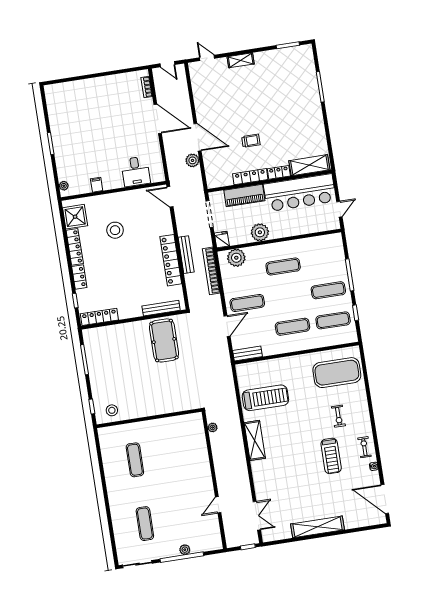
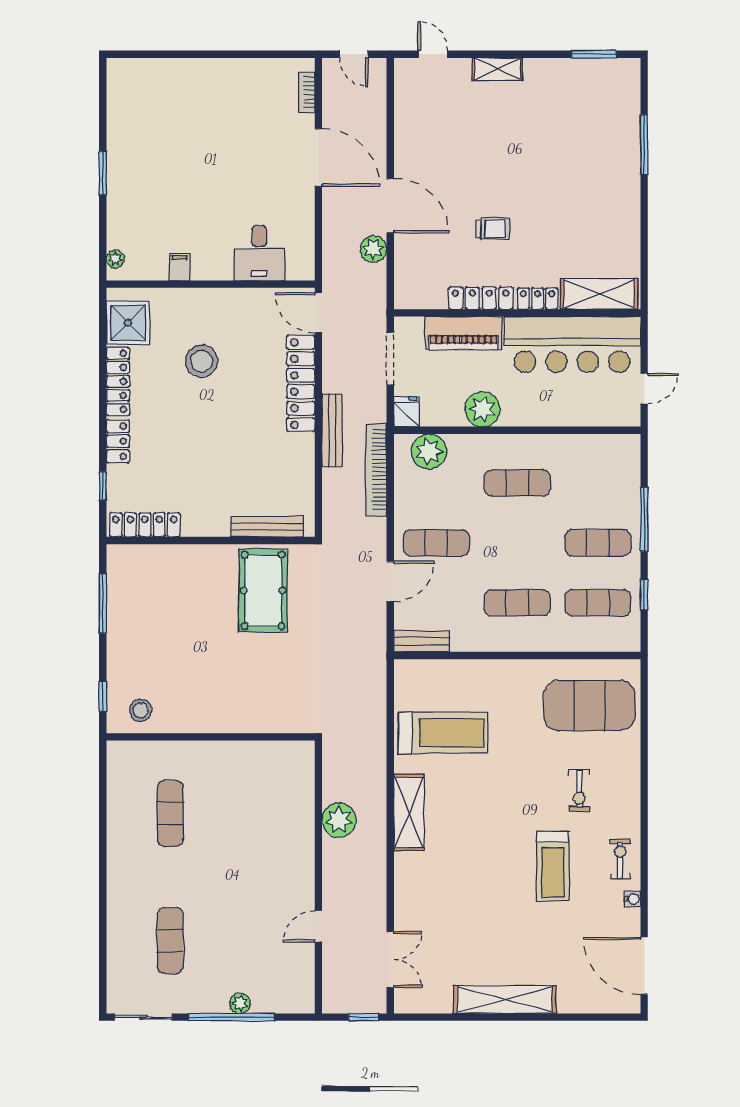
locker: (171, 260) -> (301, 383), moved
plant: (213, 427) -> (339, 820), moved, width x1.87, depth x1.87

